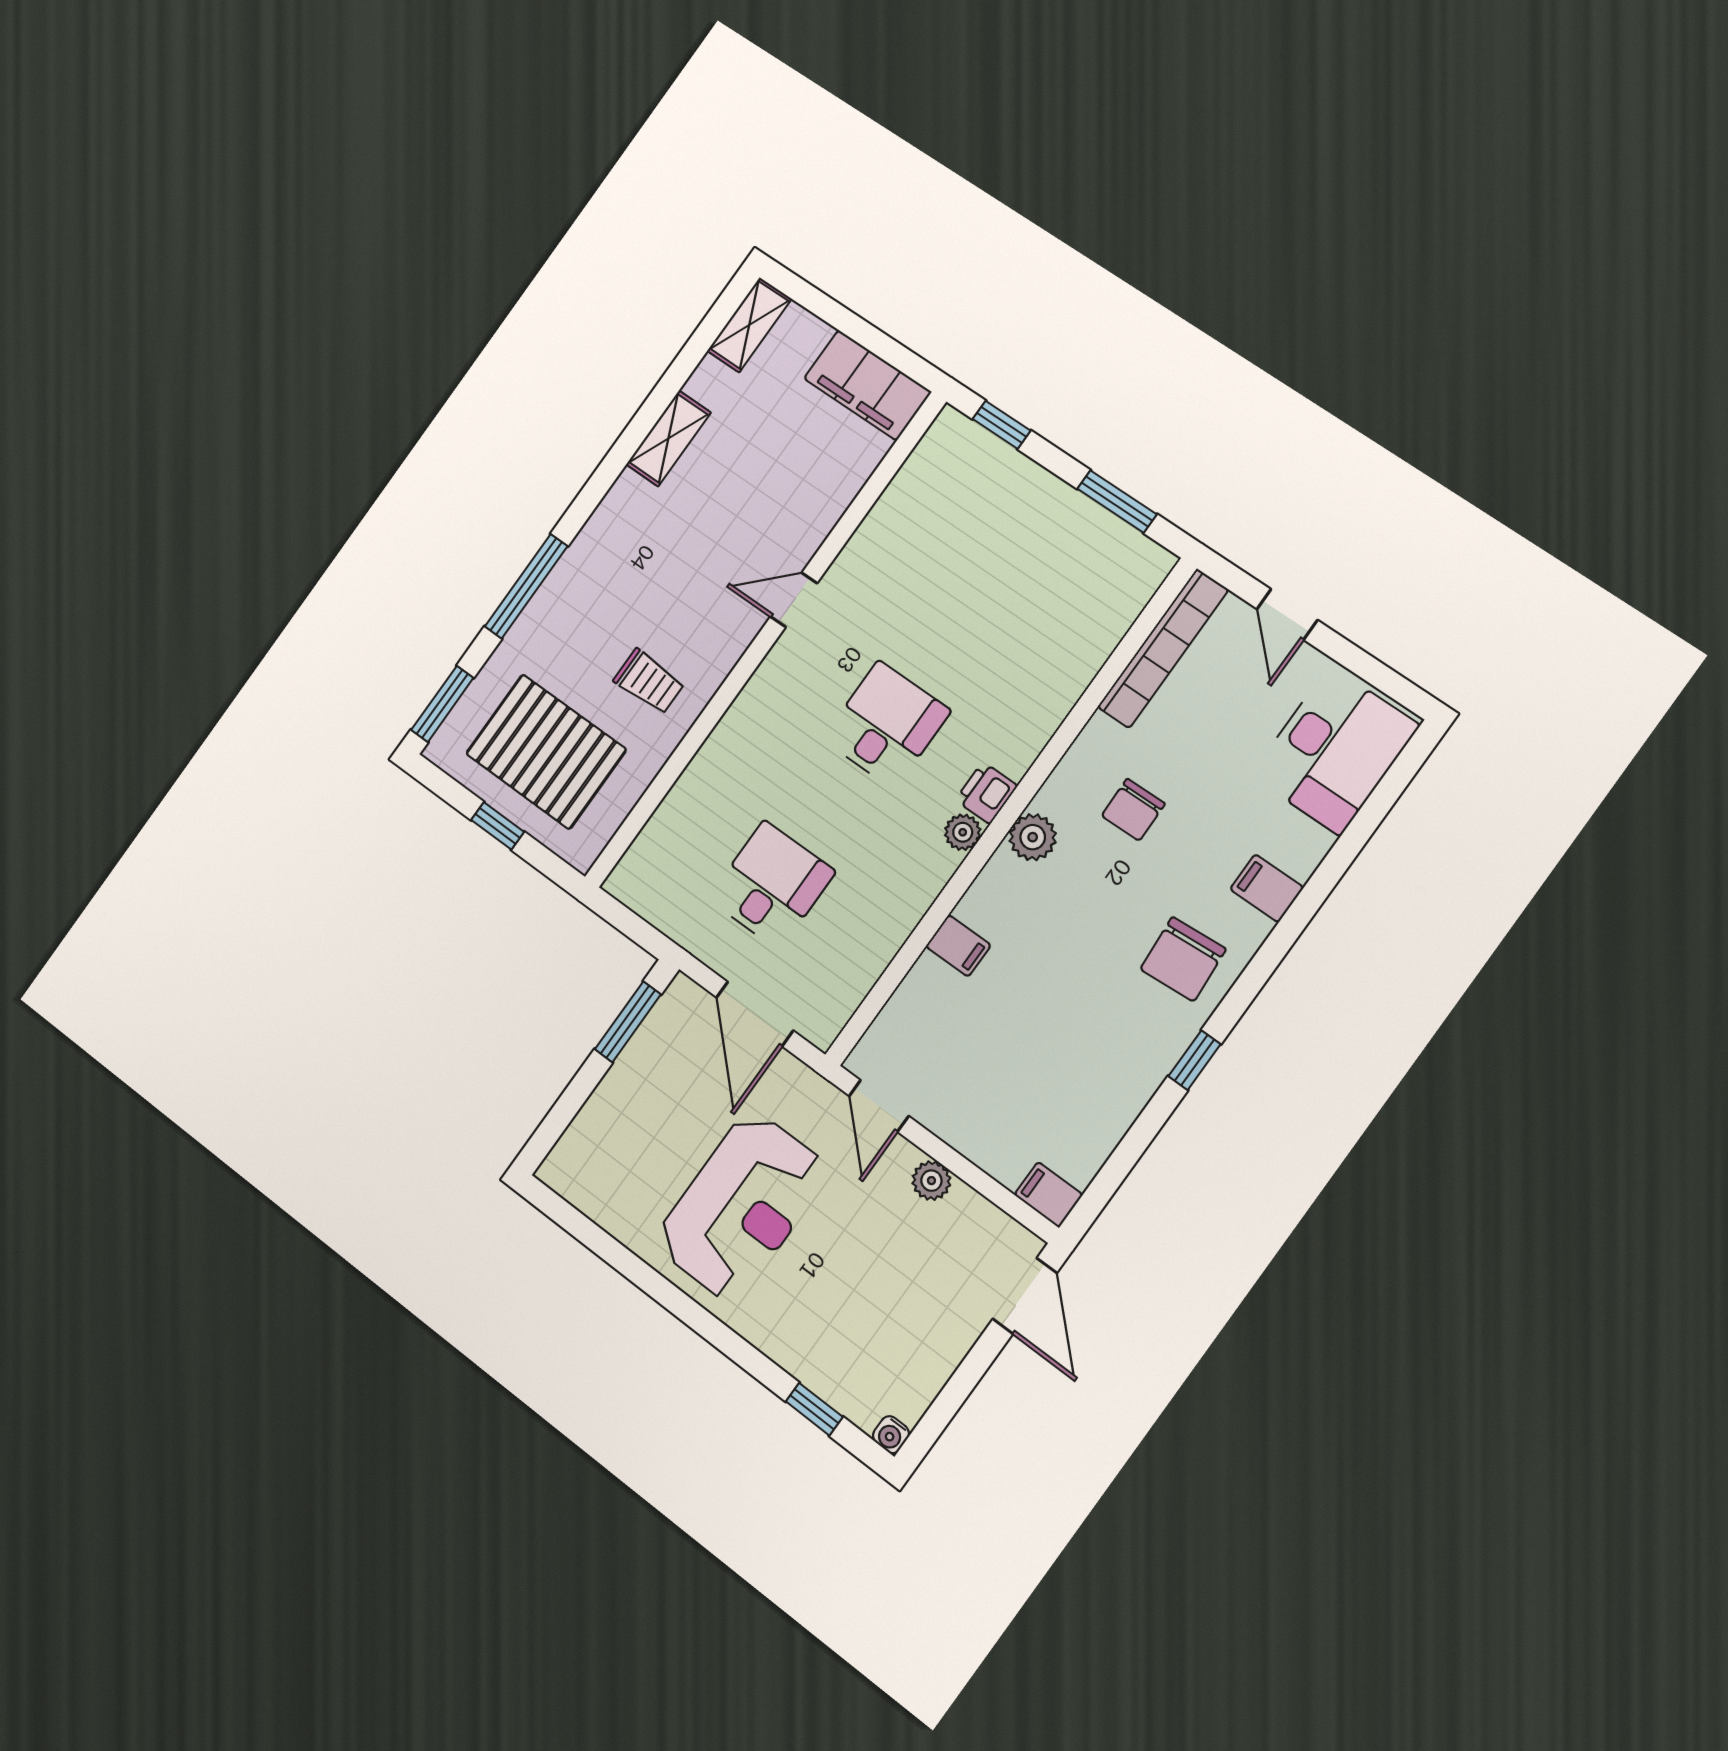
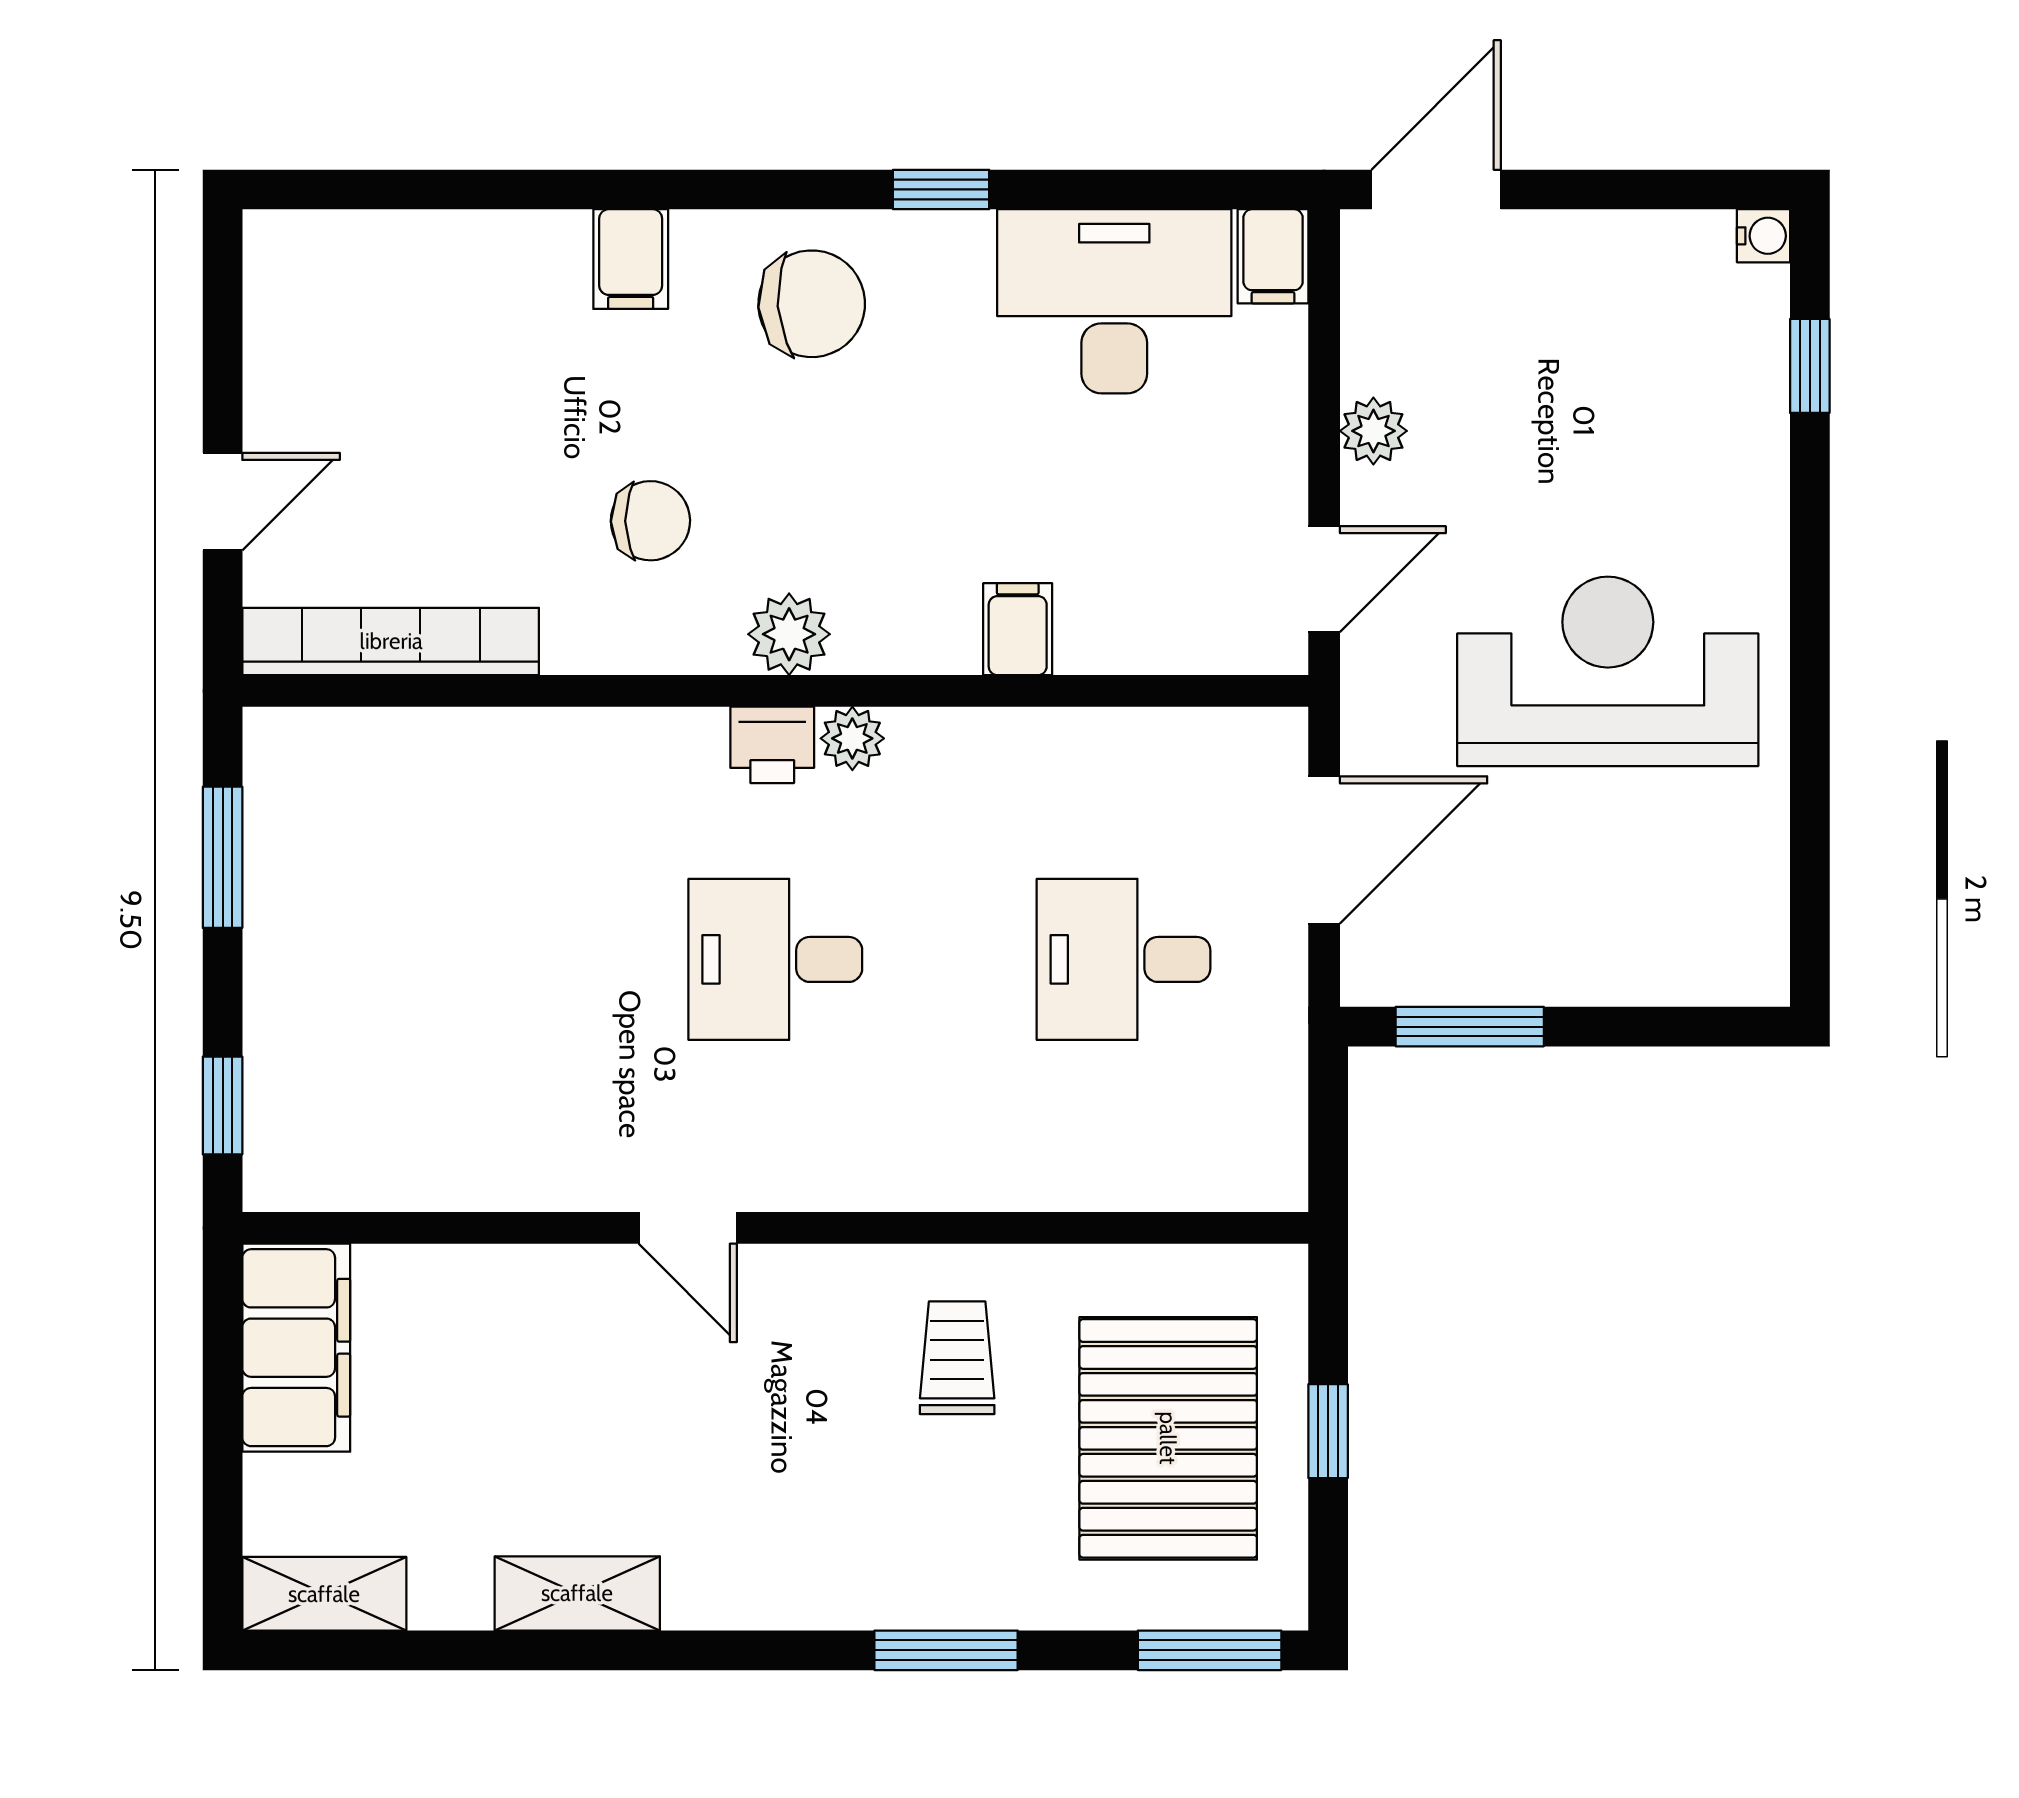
window: (526, 586) -> (946, 1650), width x0.69
desk: (1335, 750) -> (1114, 301), moved

